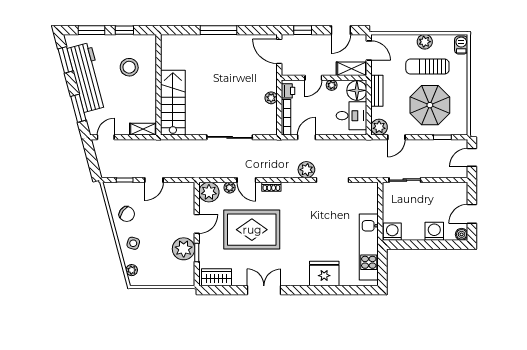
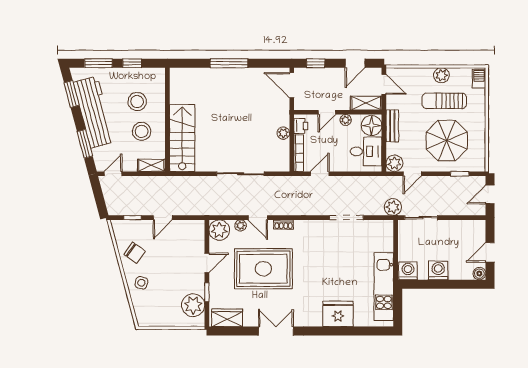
stool: (133, 96) -> (142, 131), added
plant: (306, 170) -> (393, 207), moved
washing machine: (434, 231) -> (438, 270), moved
plant: (184, 249) -> (193, 305), moved
plant: (132, 270) -> (140, 310), removed

